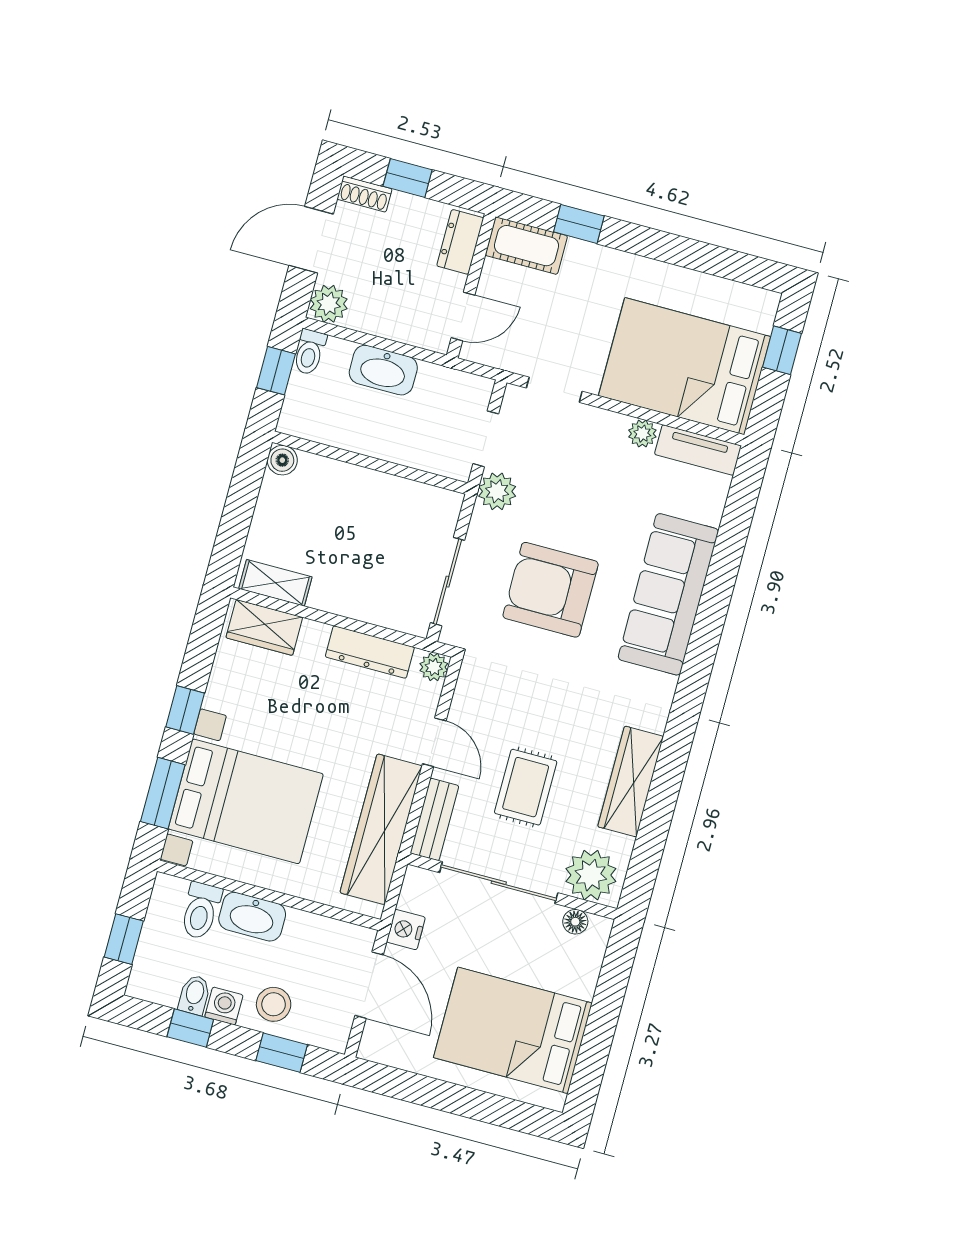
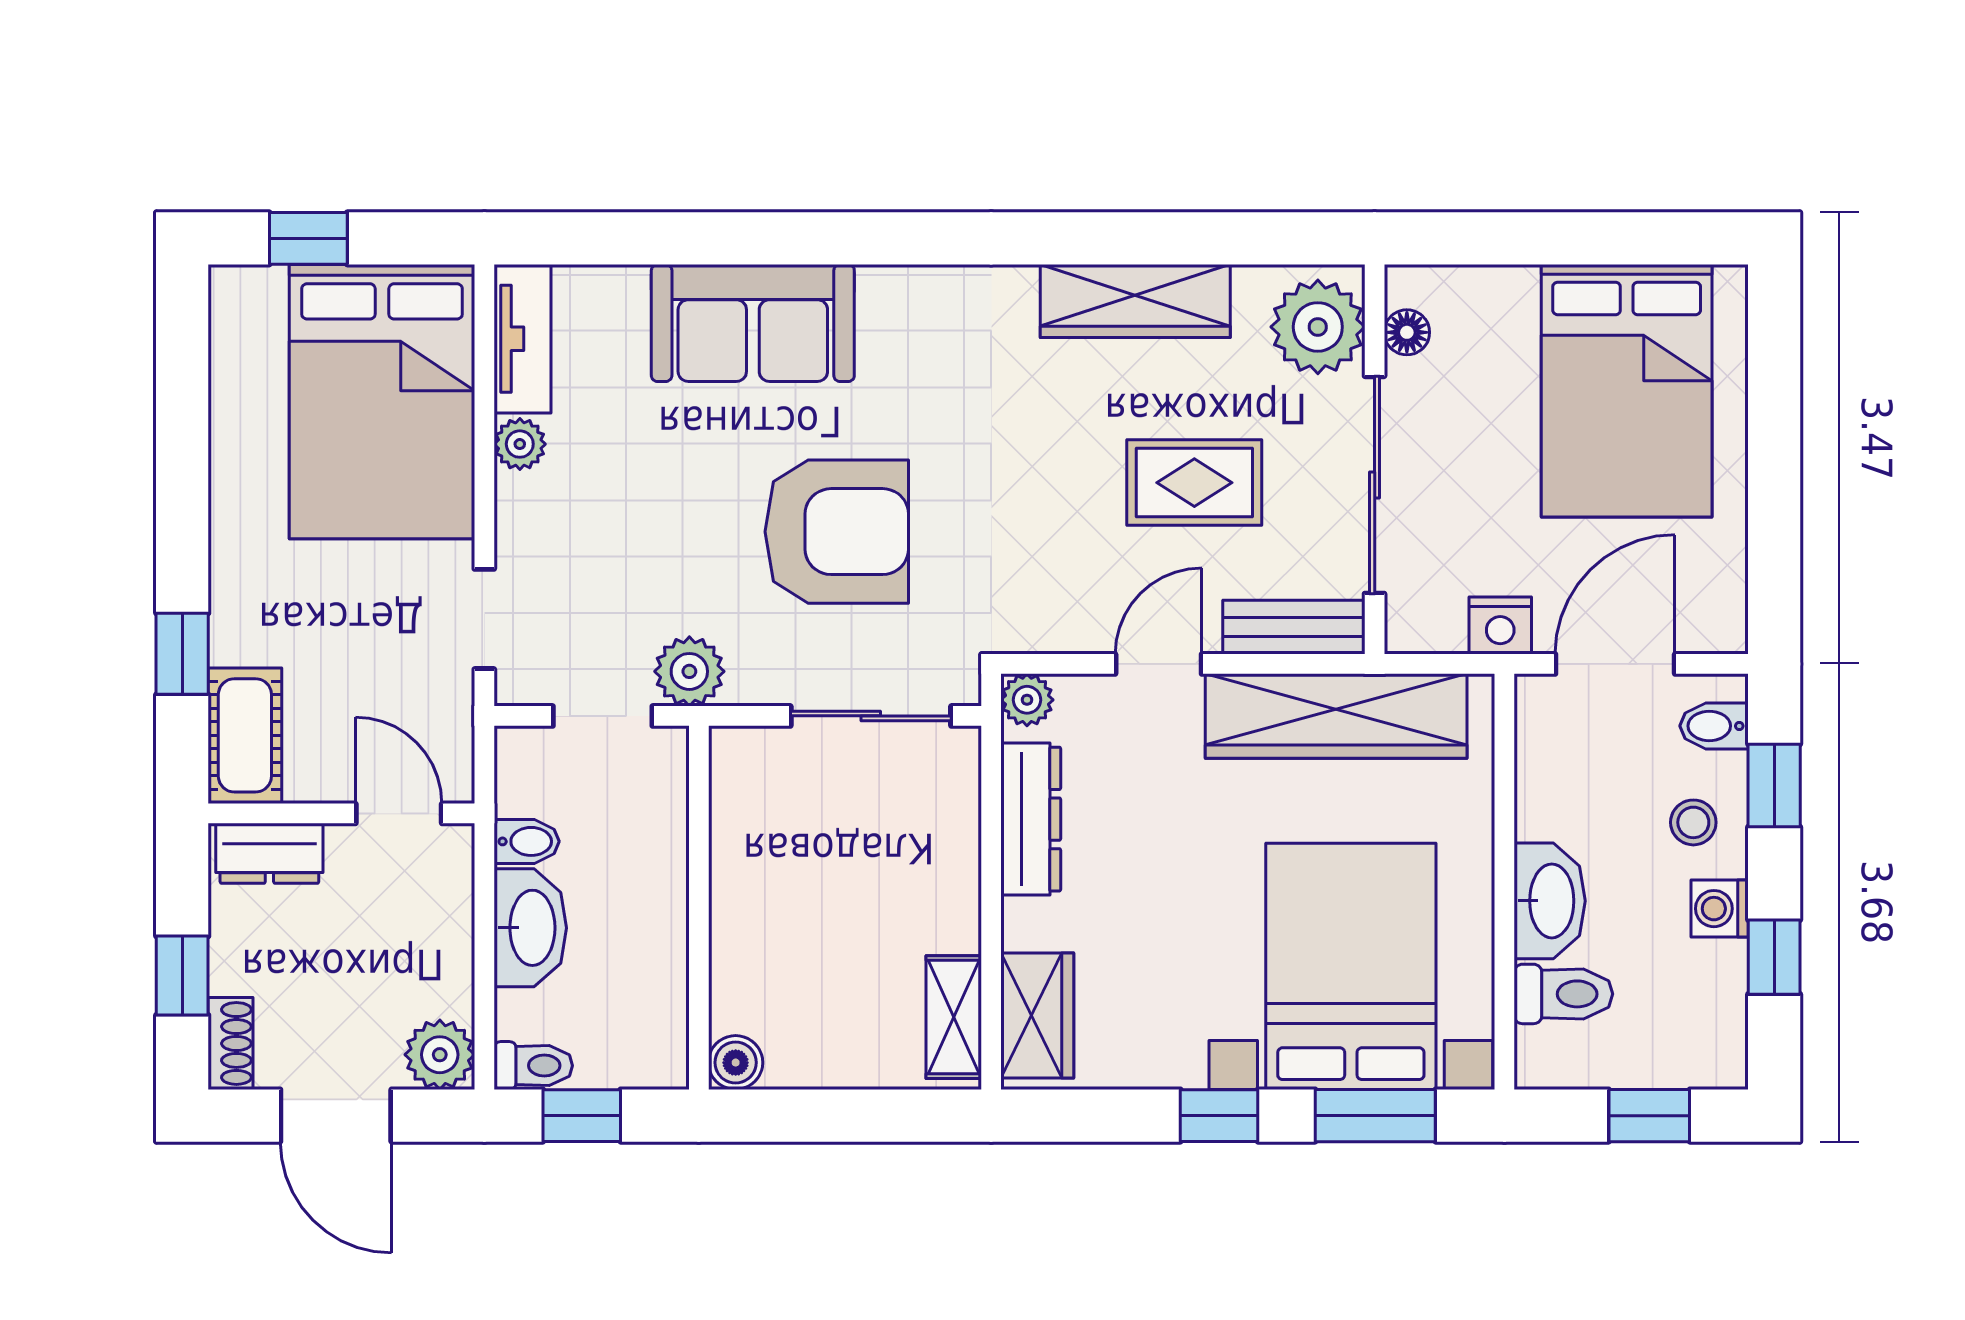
bidet: (430, 380) -> (527, 841), added
armchair: (551, 590) -> (837, 532), turned -90
sofa: (668, 594) -> (753, 323), width x0.73
bidet: (194, 995) -> (1714, 726), moved
stool: (274, 1004) -> (1693, 822), width x0.73, depth x0.73

